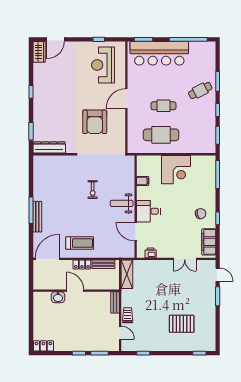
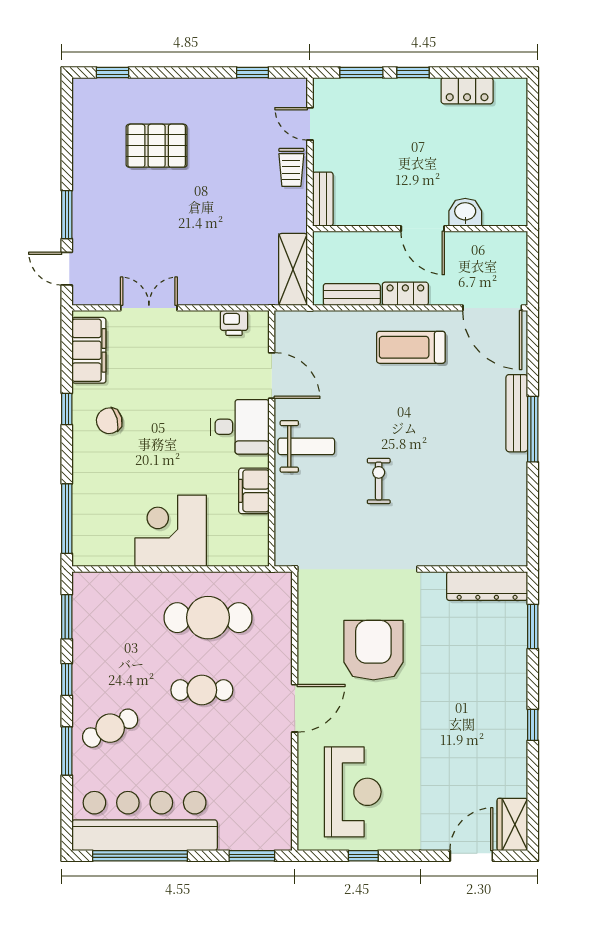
bar counter: (159, 53) -> (145, 821), moved
filing cabinet: (143, 181) -> (254, 491), width x2.00
door: (47, 259) -> (492, 308), hinge flipped
locker: (43, 346) -> (467, 91), moved

